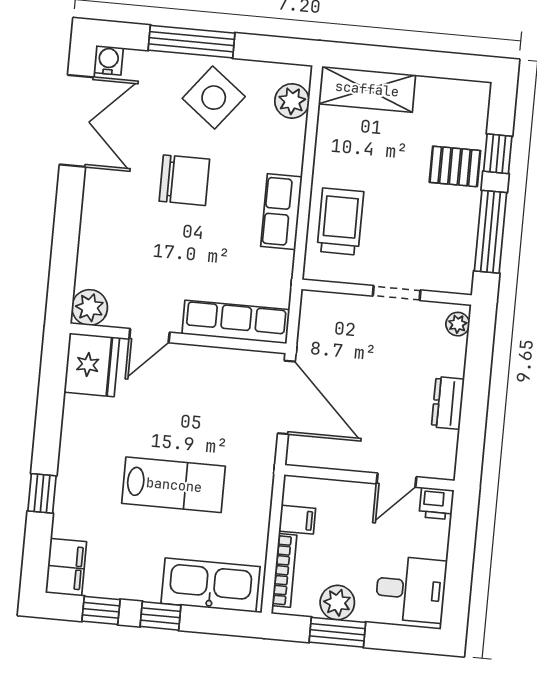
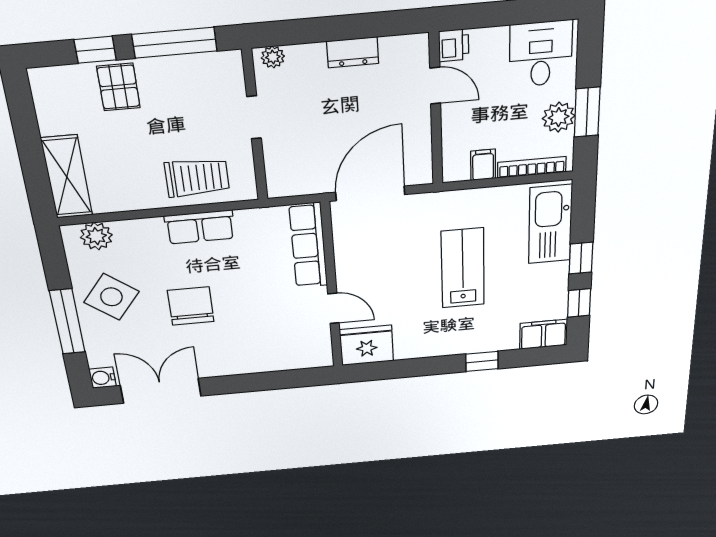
trolley: (340, 221) -> (197, 178), turned 180
plant: (90, 308) -> (318, 355), removed

